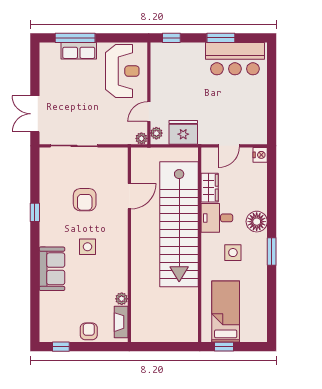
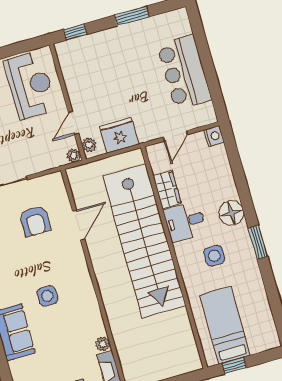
bar counter: (235, 59) -> (184, 72), moved, turned 90
armchair: (85, 200) -> (35, 221), moved

